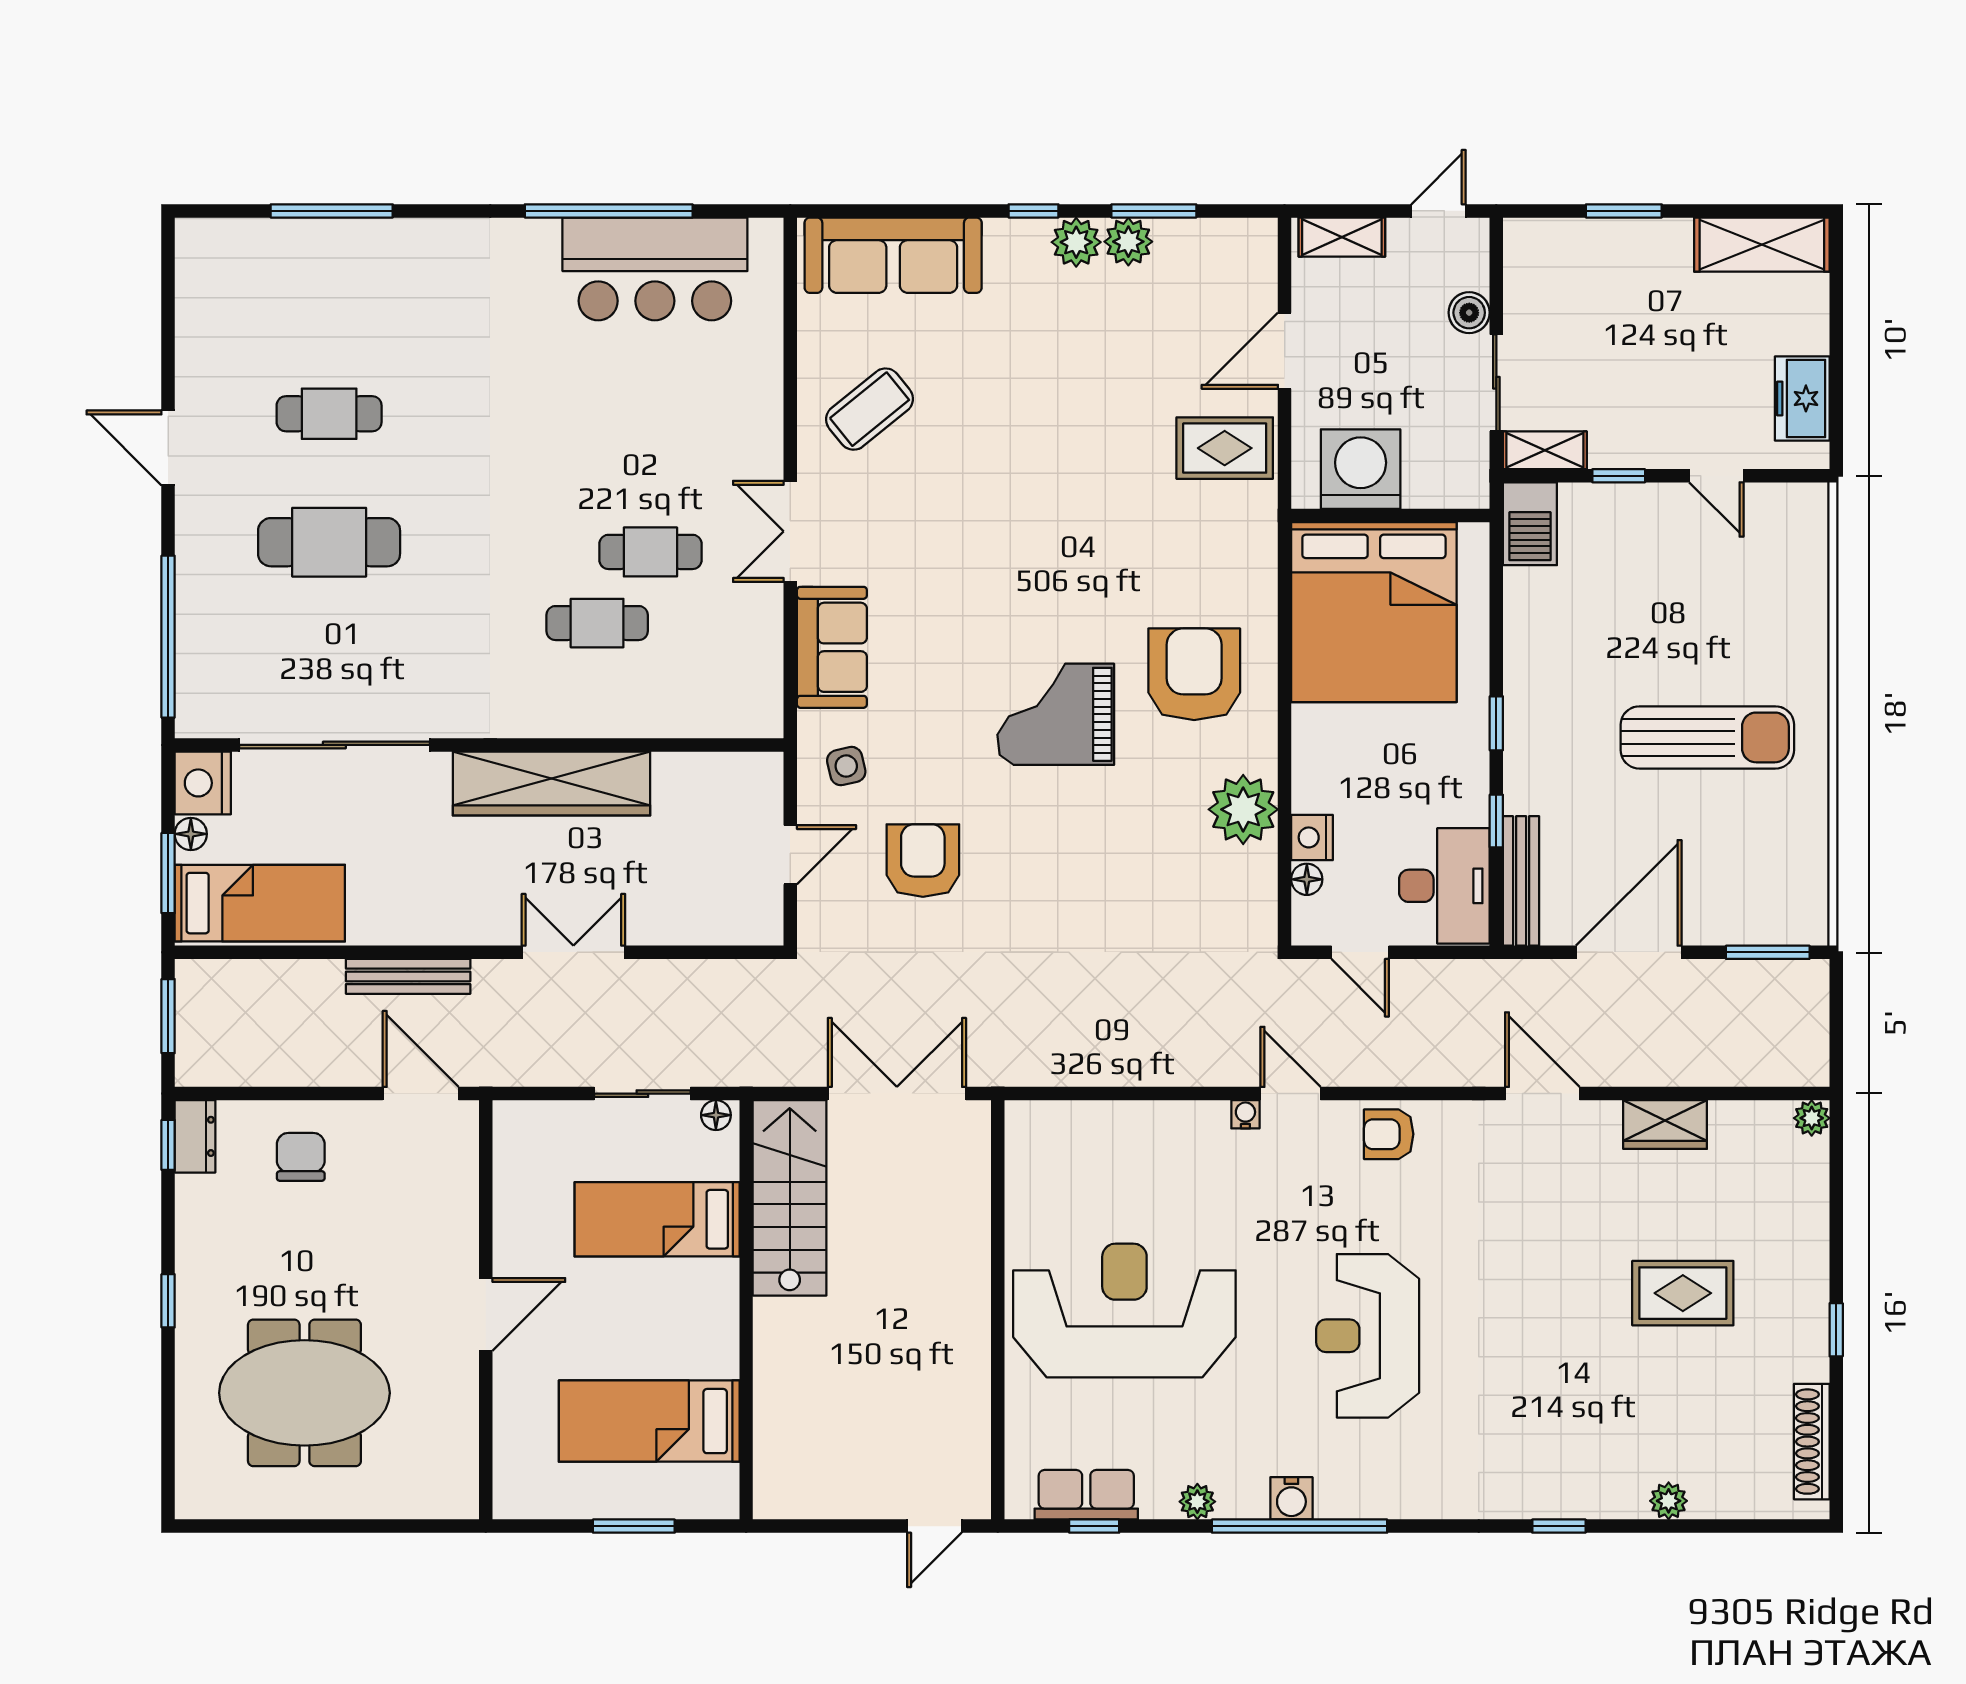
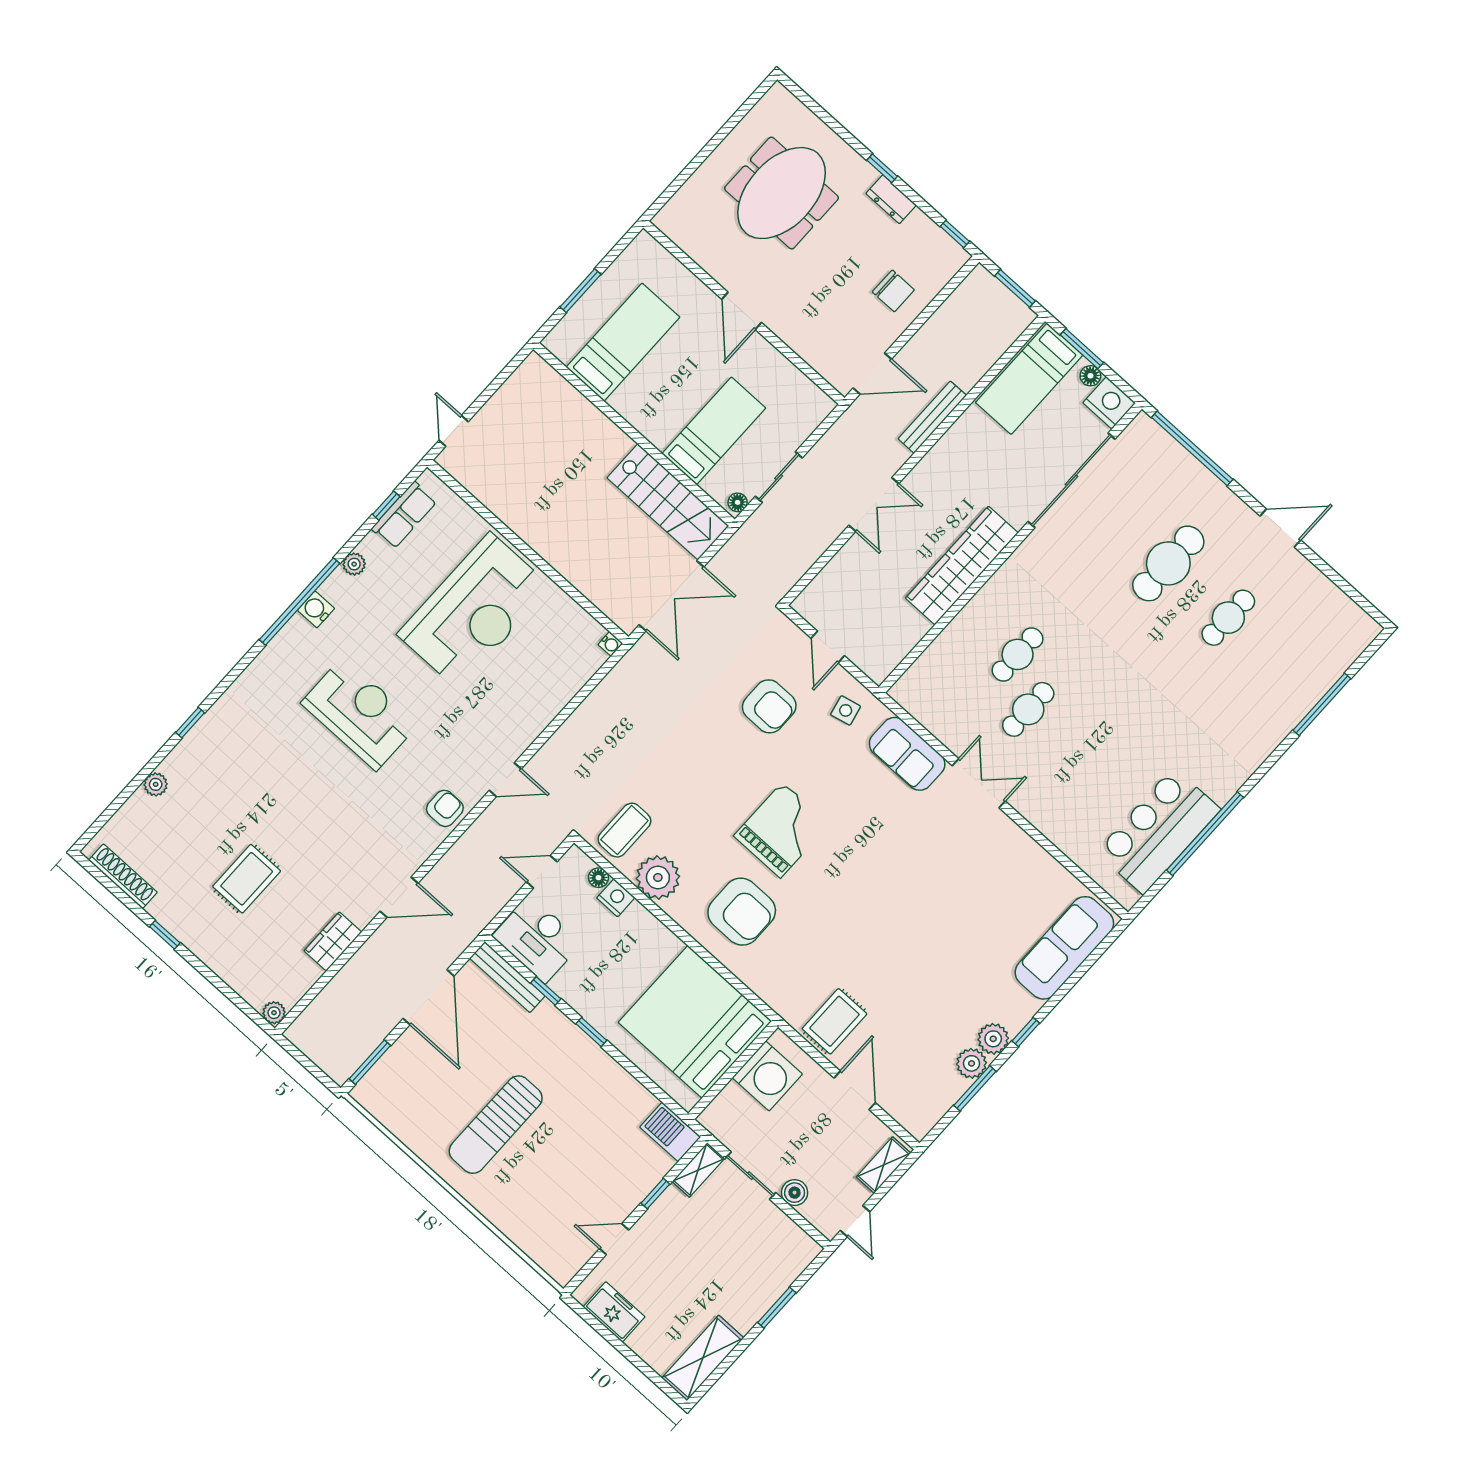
coffee table: (870, 409) -> (624, 830), moved, turned 39
water cooler: (1245, 1114) -> (610, 644), moved
dresser: (195, 1136) -> (891, 199), moved

